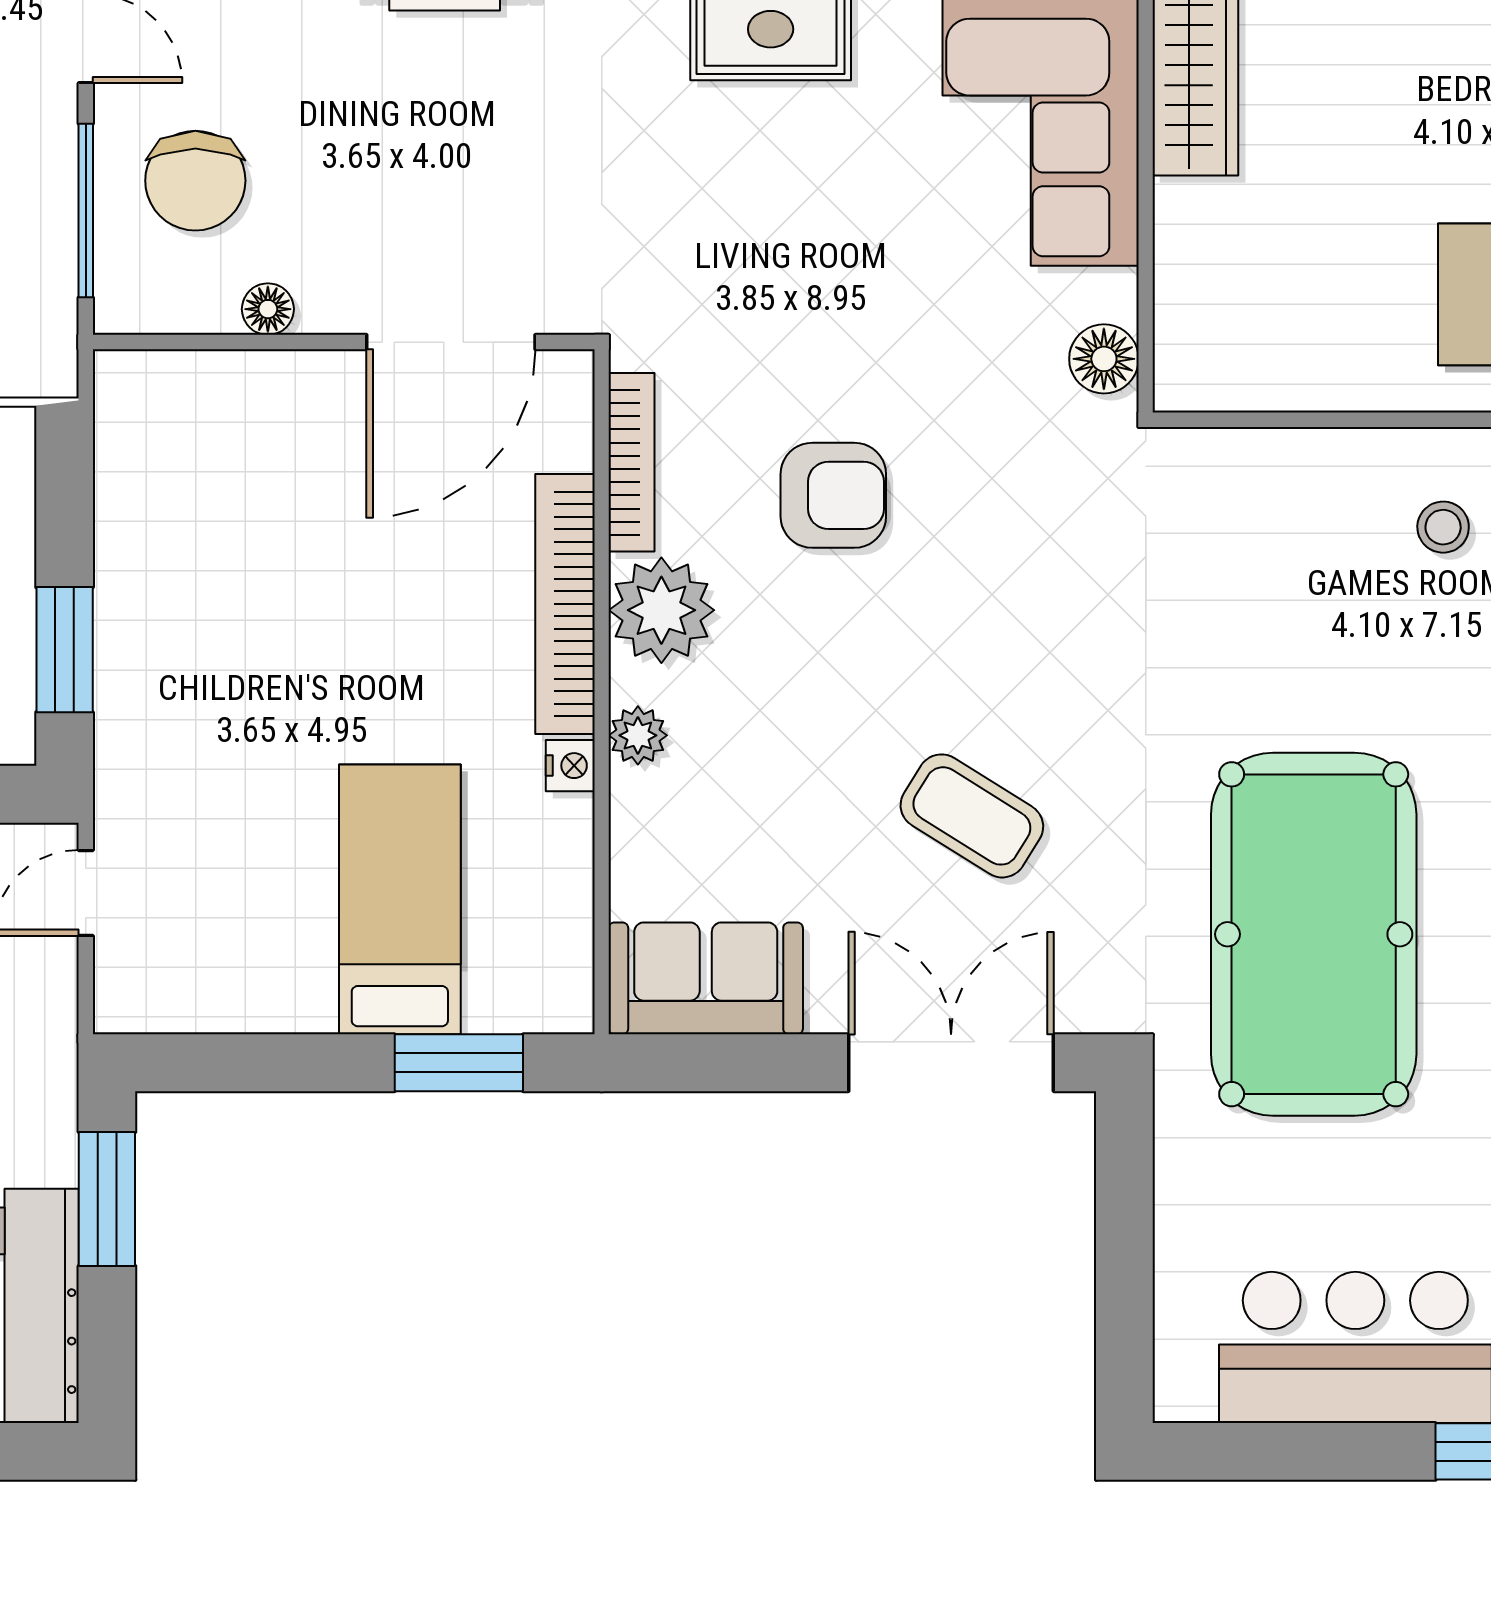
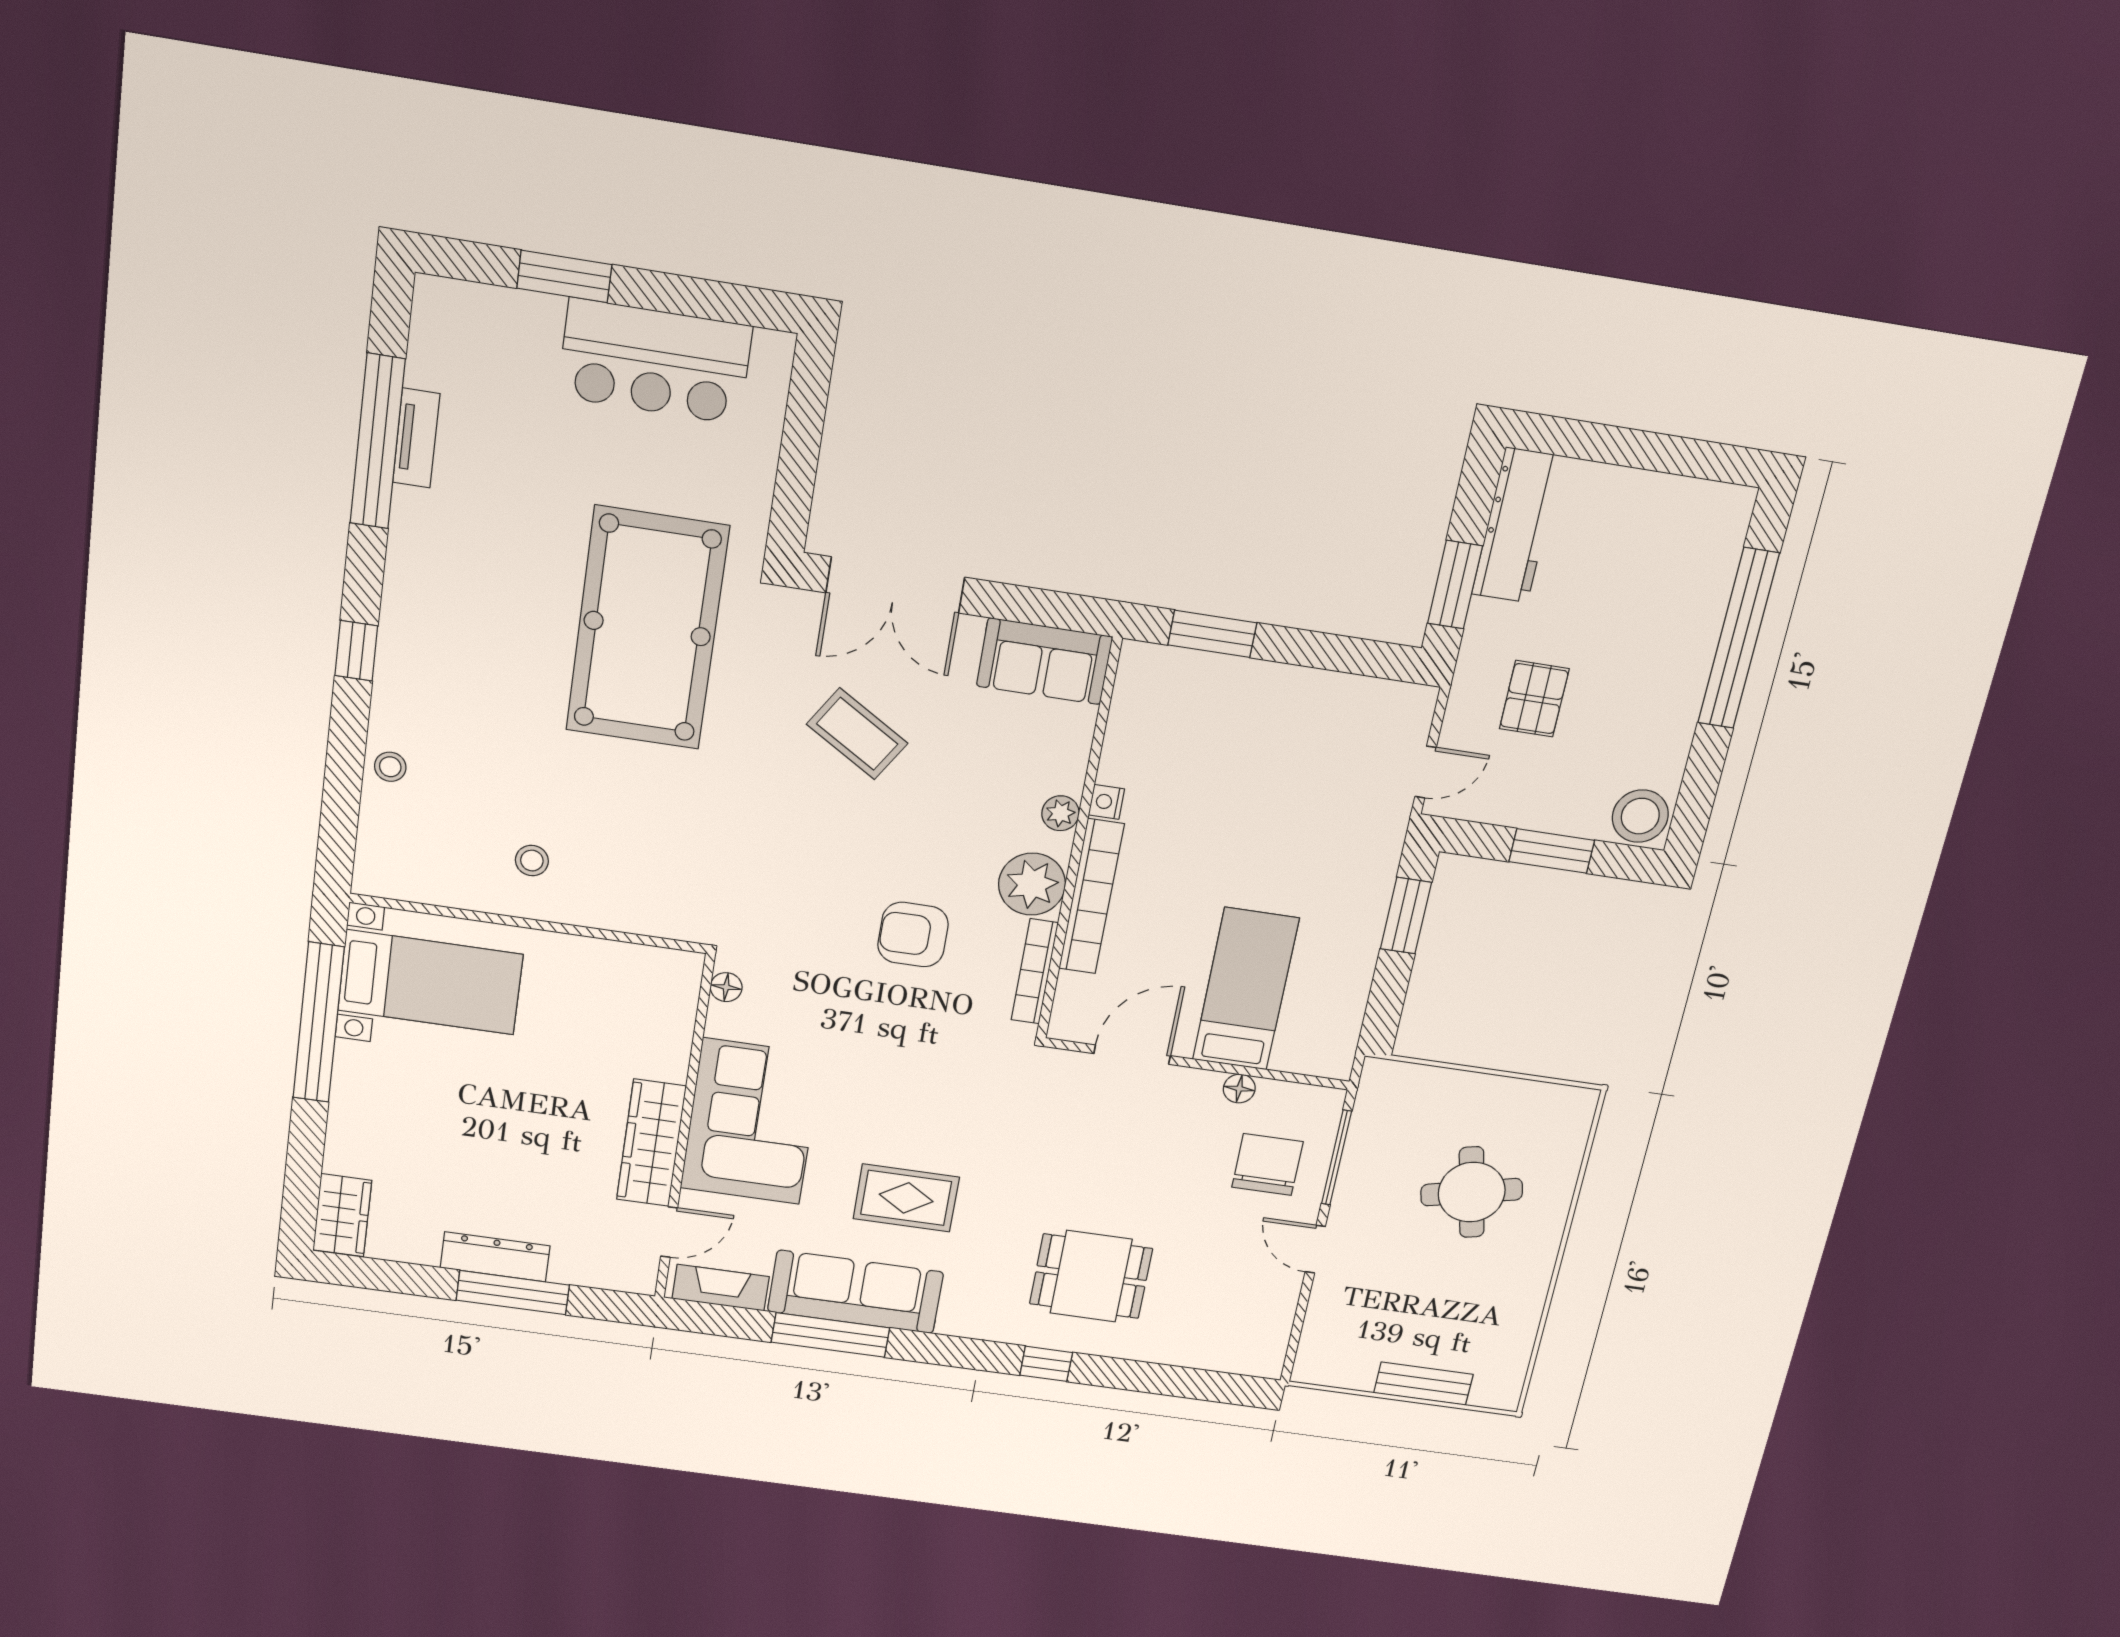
door: (451, 342) -> (1132, 1055), width x0.73
floor lamp: (1104, 359) -> (726, 987), width x0.73, depth x0.73
bed: (400, 899) -> (1246, 989), moved, turned 180

